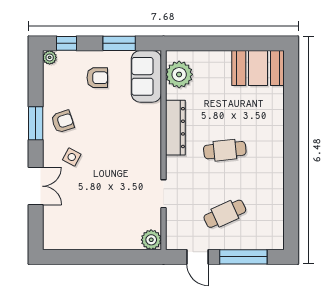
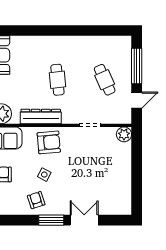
window: (36, 123) -> (51, 220), moved
armchair: (140, 138) -> (49, 142), added
side table: (72, 157) -> (44, 175), moved

